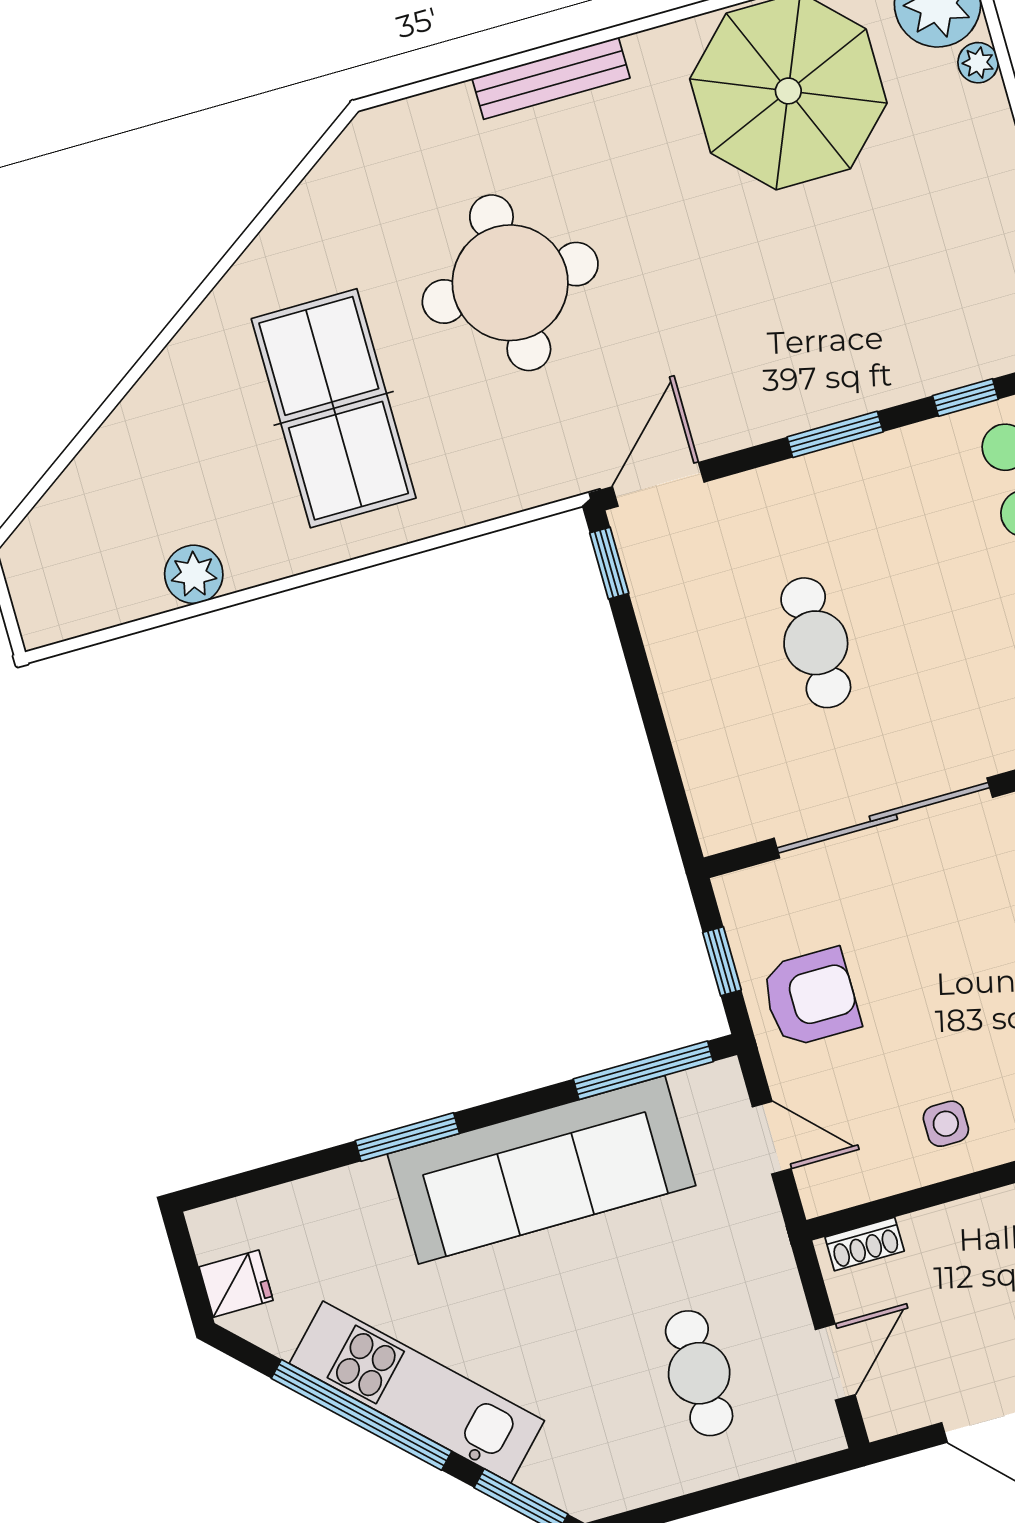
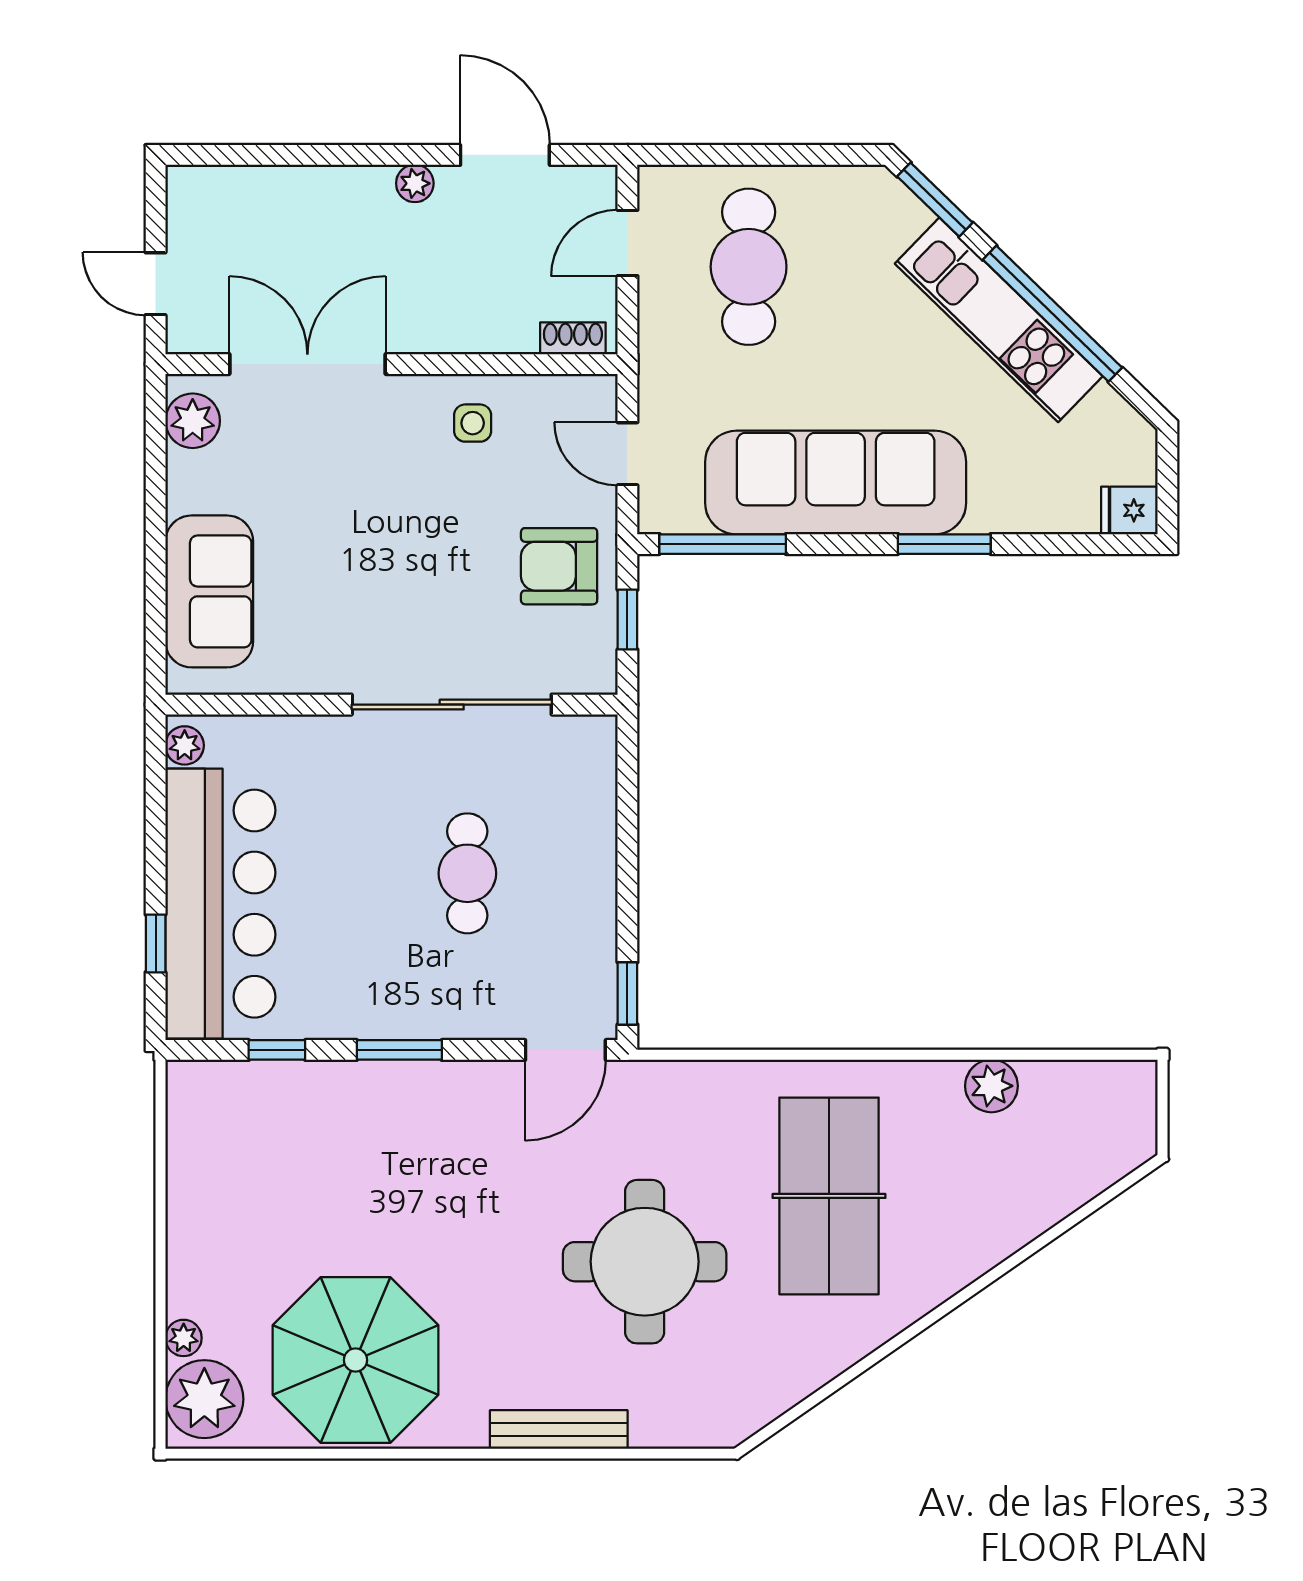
fridge: (236, 1284) -> (1129, 510), moved
cafe table: (699, 1373) -> (749, 267), width x1.37, depth x1.35

